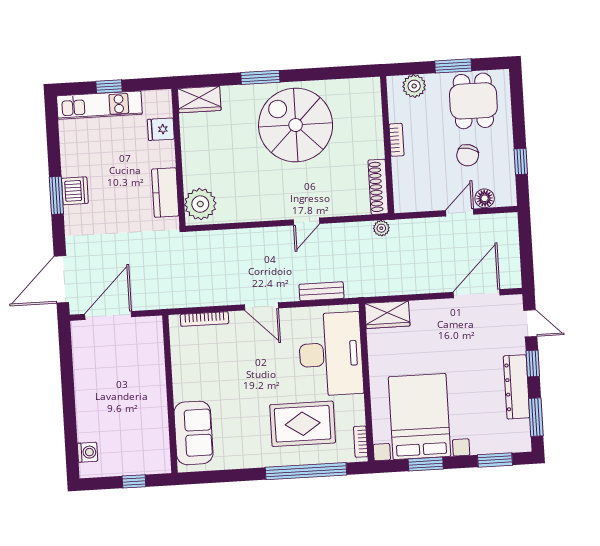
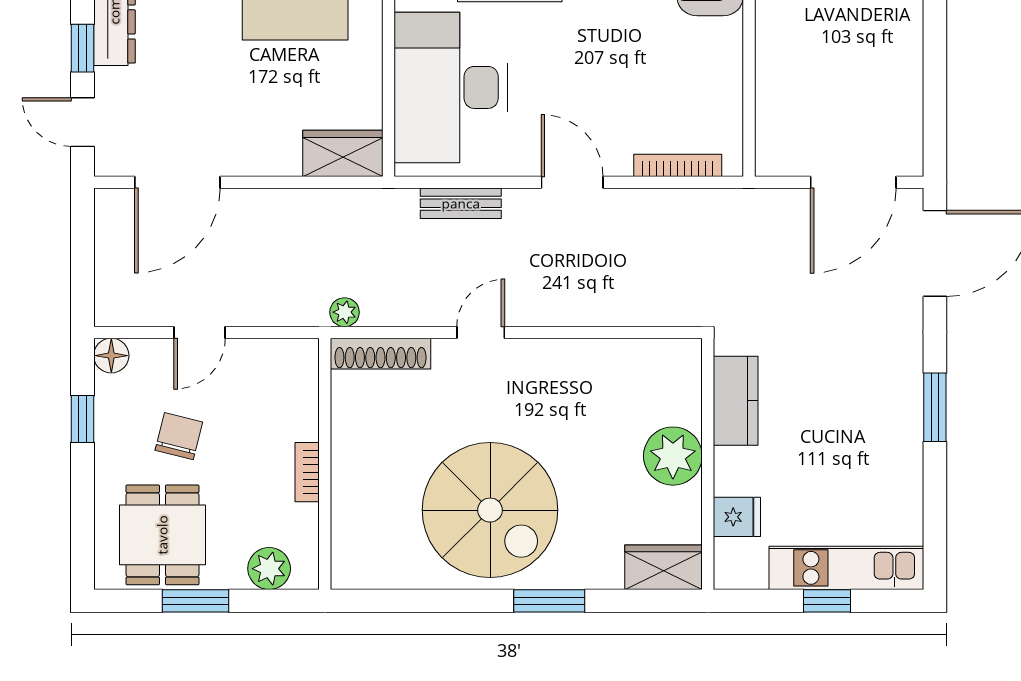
shoe rack: (378, 187) -> (381, 354), moved, turned 90
dishwasher: (75, 191) -> (901, 414), removed
floor lamp: (485, 198) -> (111, 356), moved
plant: (200, 204) -> (673, 456), moved

